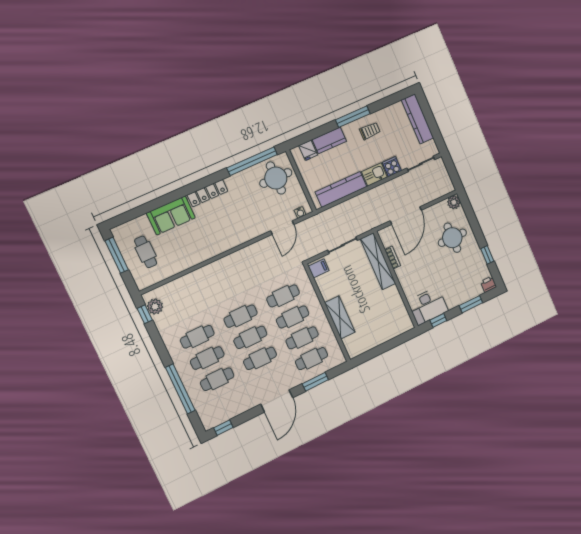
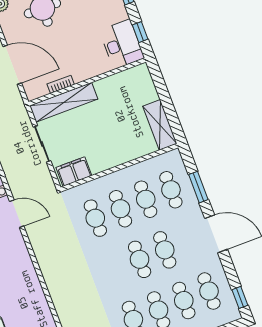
filing cabinet: (319, 268) -> (74, 172), width x2.00
cafe table: (241, 316) -> (209, 291), moved
shelving: (340, 317) -> (160, 125), moved, turned 90

